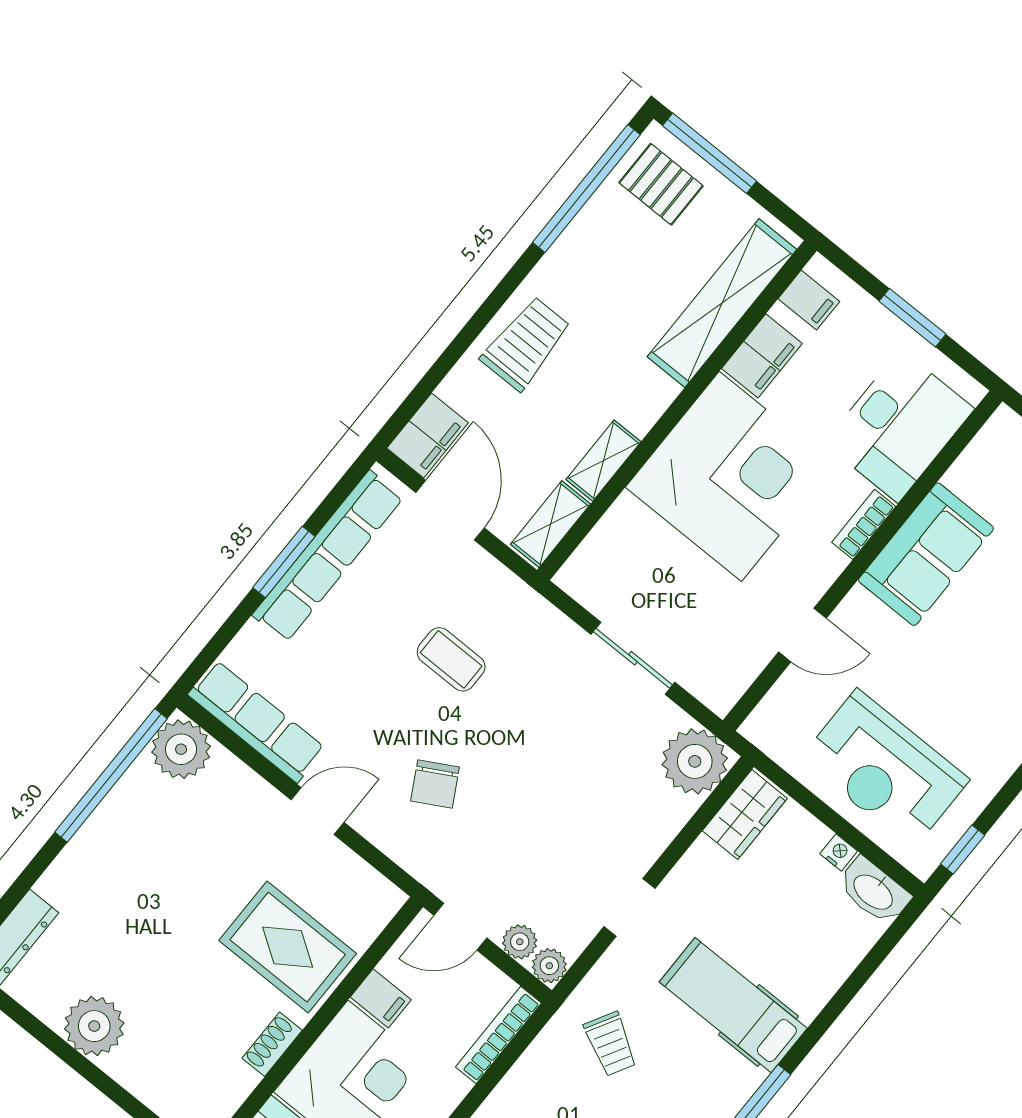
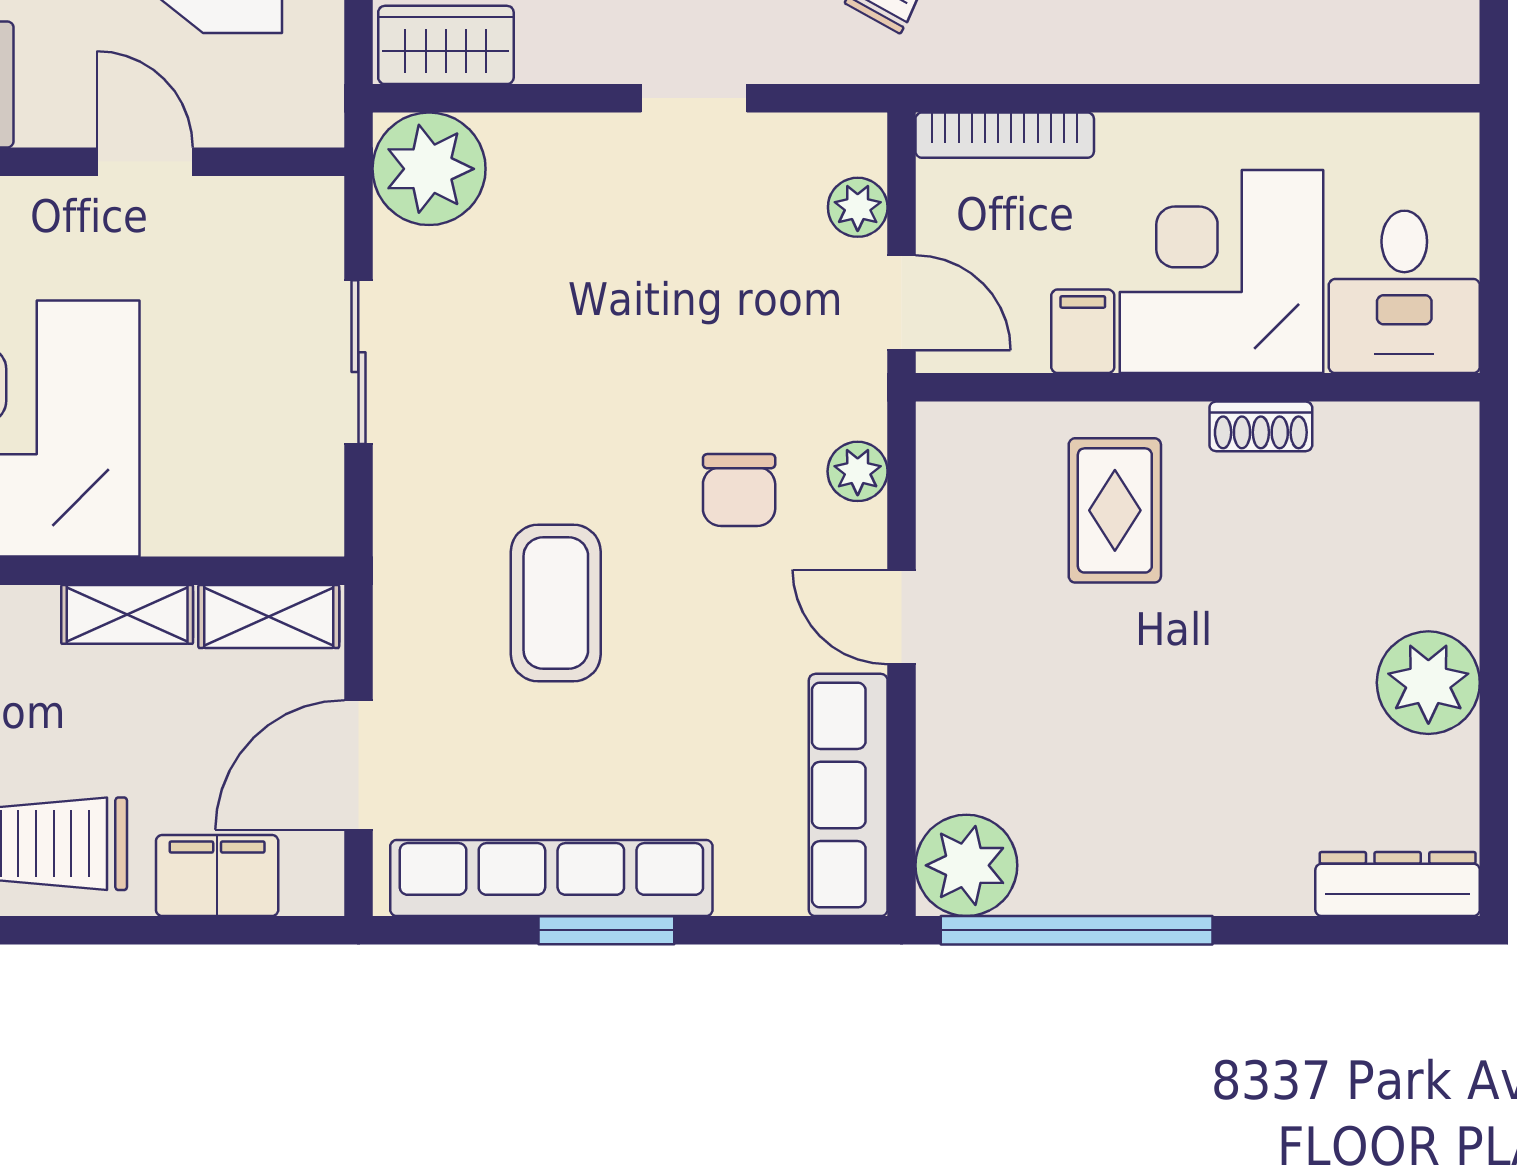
filing cabinet: (428, 435) -> (217, 876), moved
coffee table: (451, 659) -> (556, 603), width x1.36, depth x1.30
chair: (435, 784) -> (739, 490), turned 119
rug: (288, 947) -> (1115, 510), width x0.73, depth x0.70
plant: (549, 966) -> (858, 471), moved

